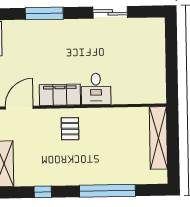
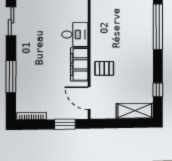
pallet: (70, 129) -> (104, 68), moved
window: (43, 192) -> (158, 90), moved

